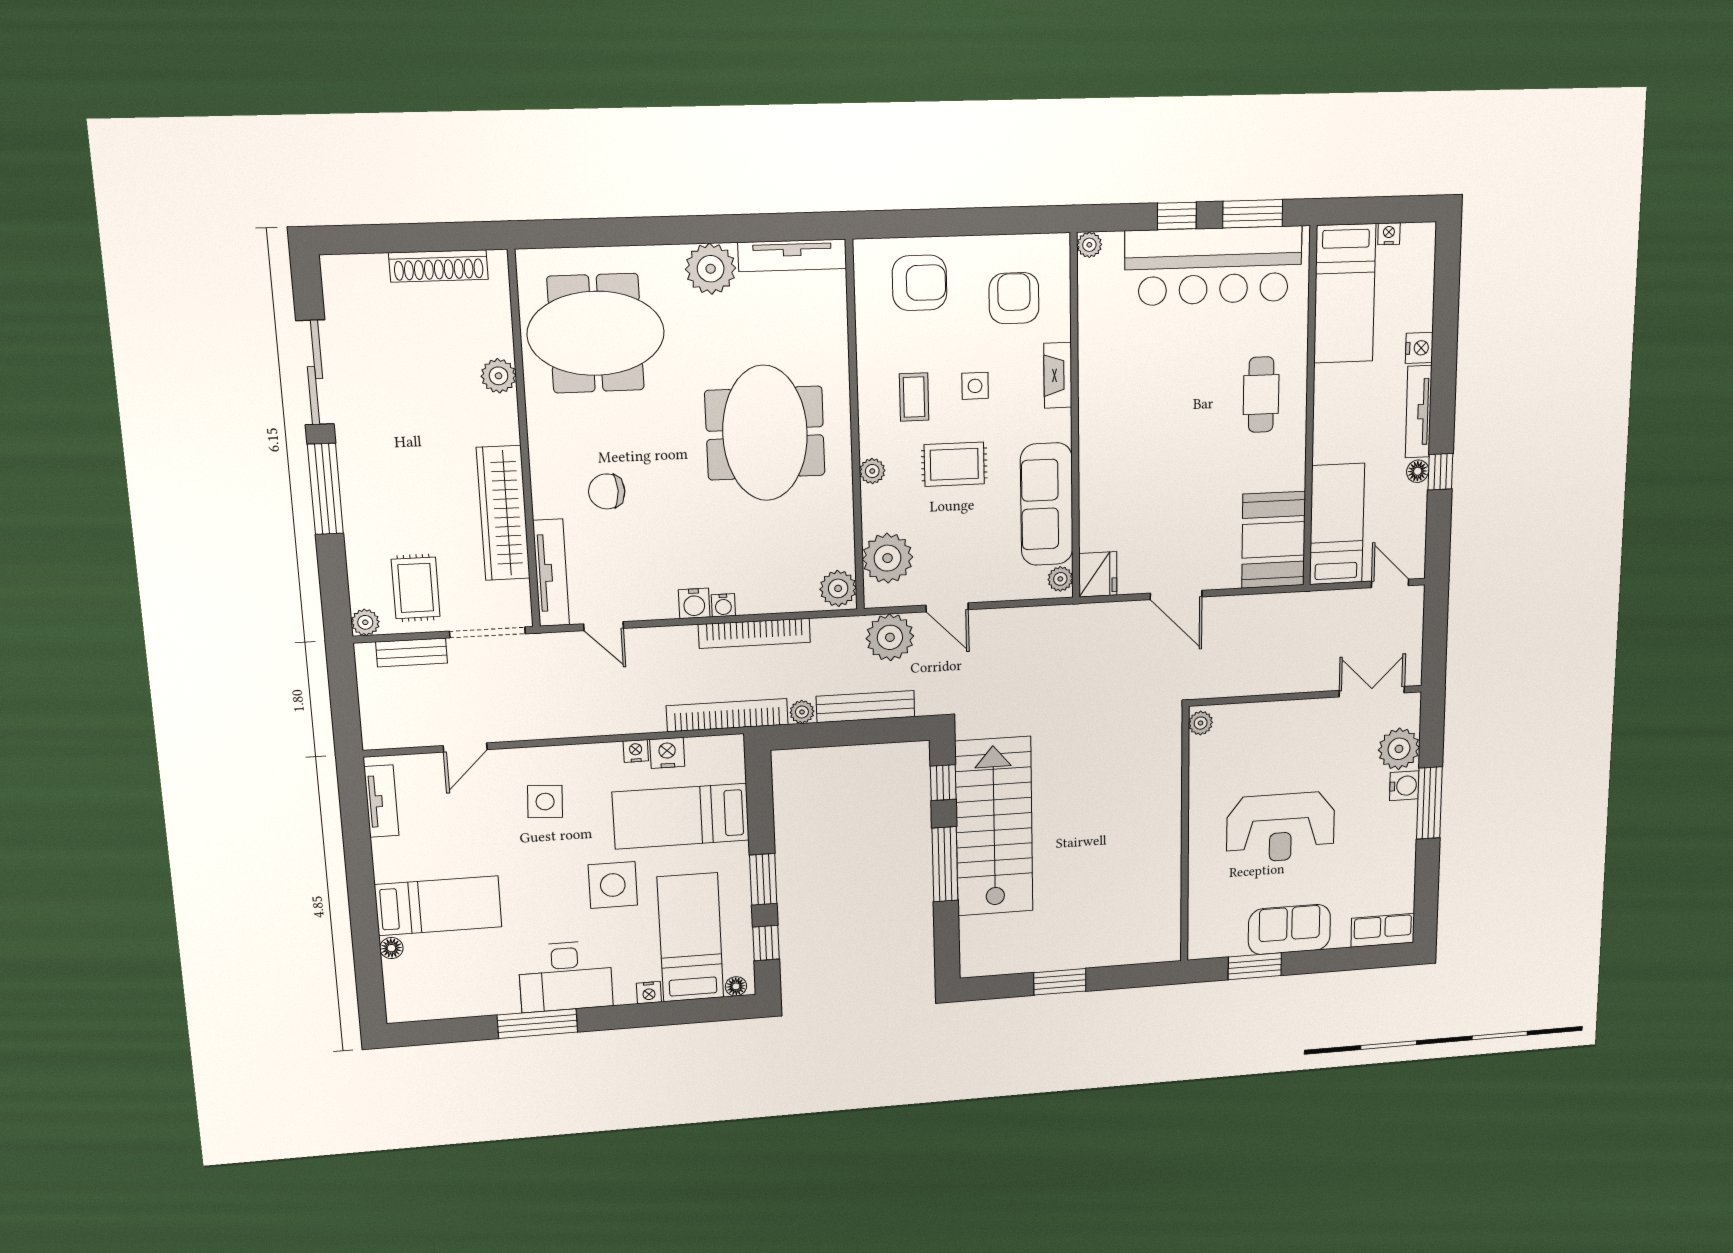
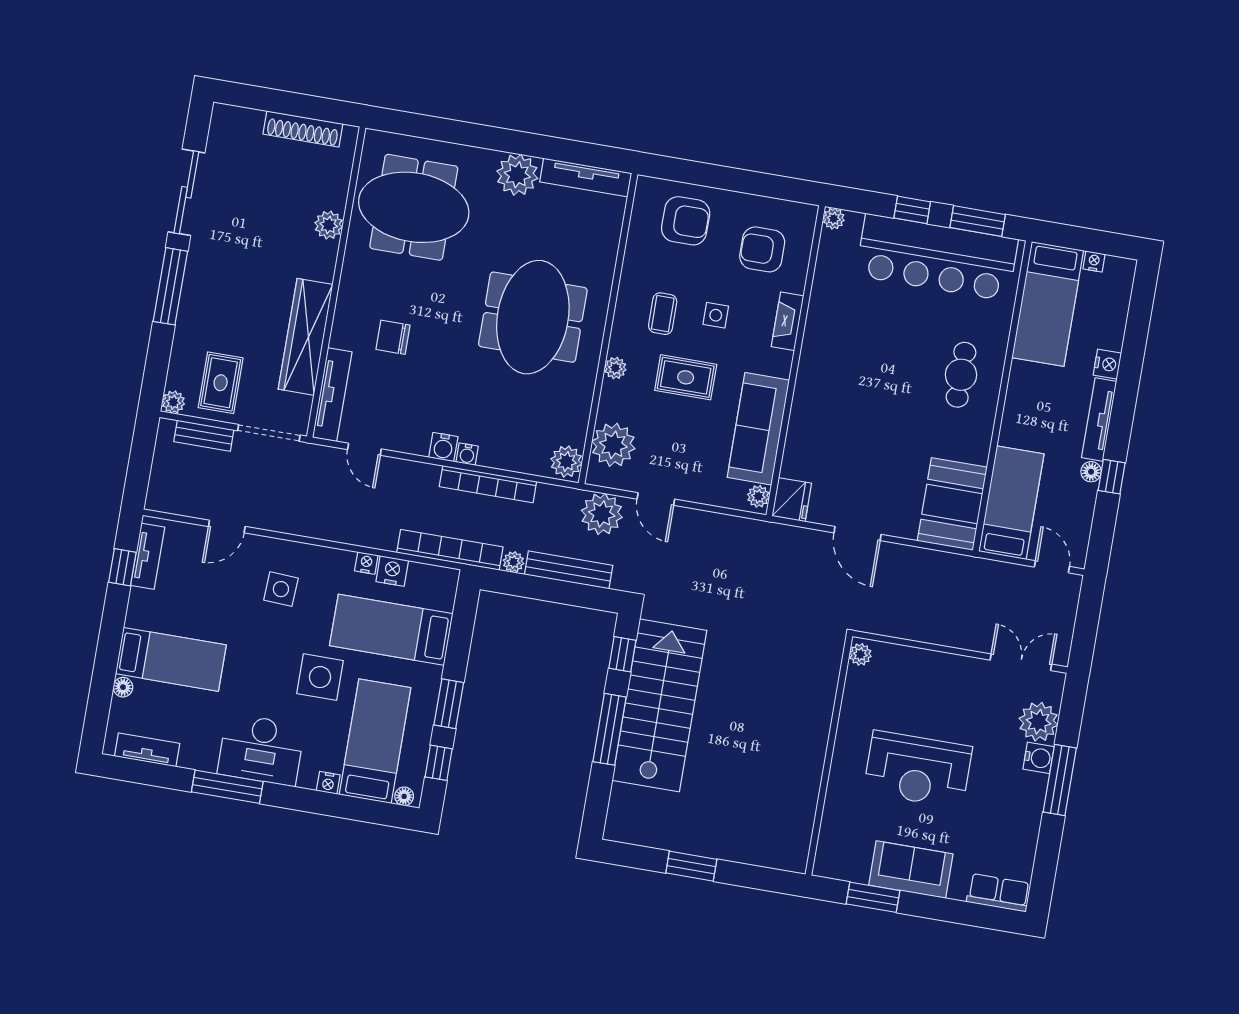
armchair: (1014, 298) -> (762, 249), turned -90
window: (355, 820) -> (122, 567), added
tv unit: (437, 1007) -> (147, 750), added

